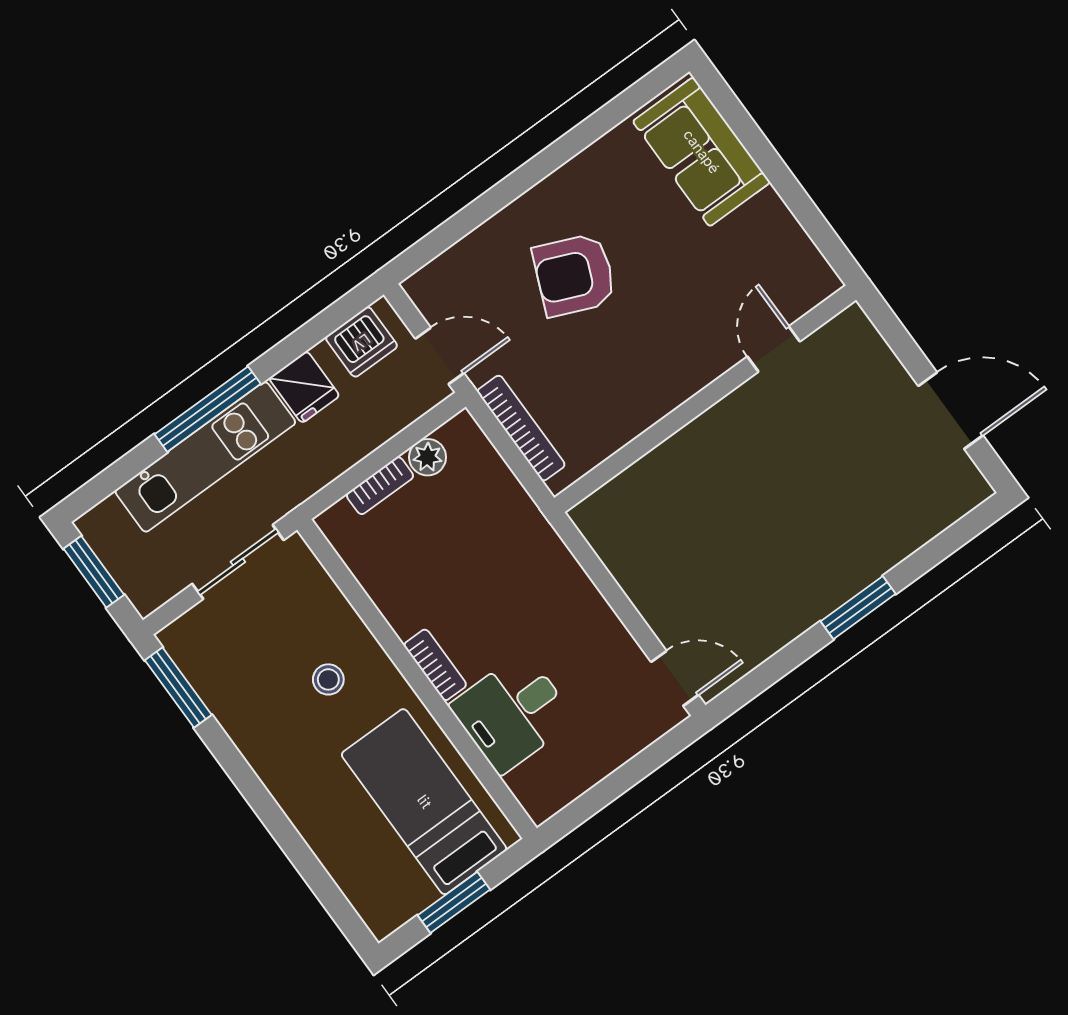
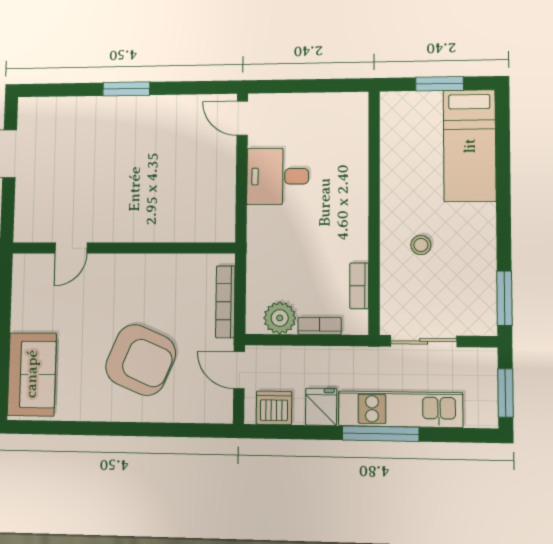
armchair: (574, 275) -> (141, 360), width x1.36, depth x1.36
plant: (428, 457) -> (280, 318), width x1.38, depth x1.38
bookcase: (435, 665) -> (359, 286), moved
desk: (512, 713) -> (278, 176), moved, turned 180
bed: (424, 802) -> (470, 146), moved

